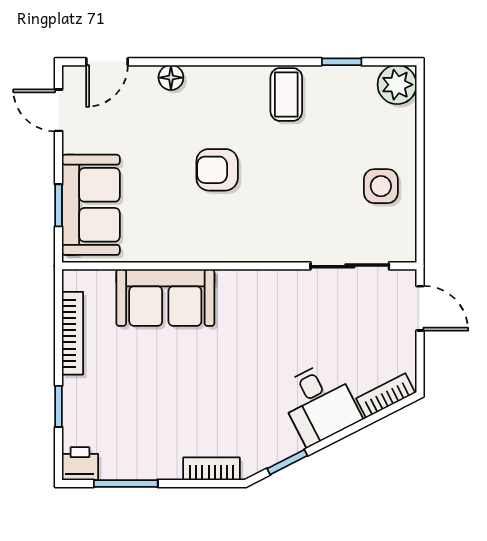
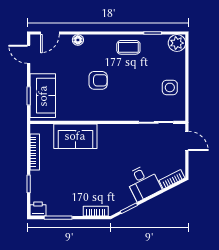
coffee table: (286, 94) -> (128, 47), turned 90
armchair: (217, 170) -> (98, 80), turned 180

